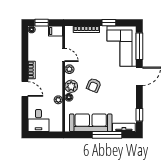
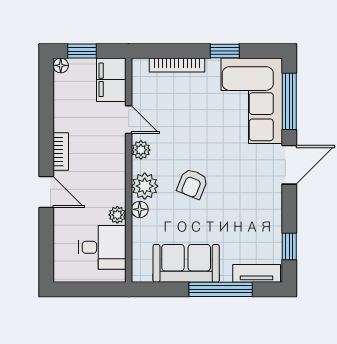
filing cabinet: (55, 31) -> (111, 80), width x2.00
desk: (38, 121) -> (102, 247), moved, turned -90
sofa: (91, 123) -> (186, 263), width x0.73

